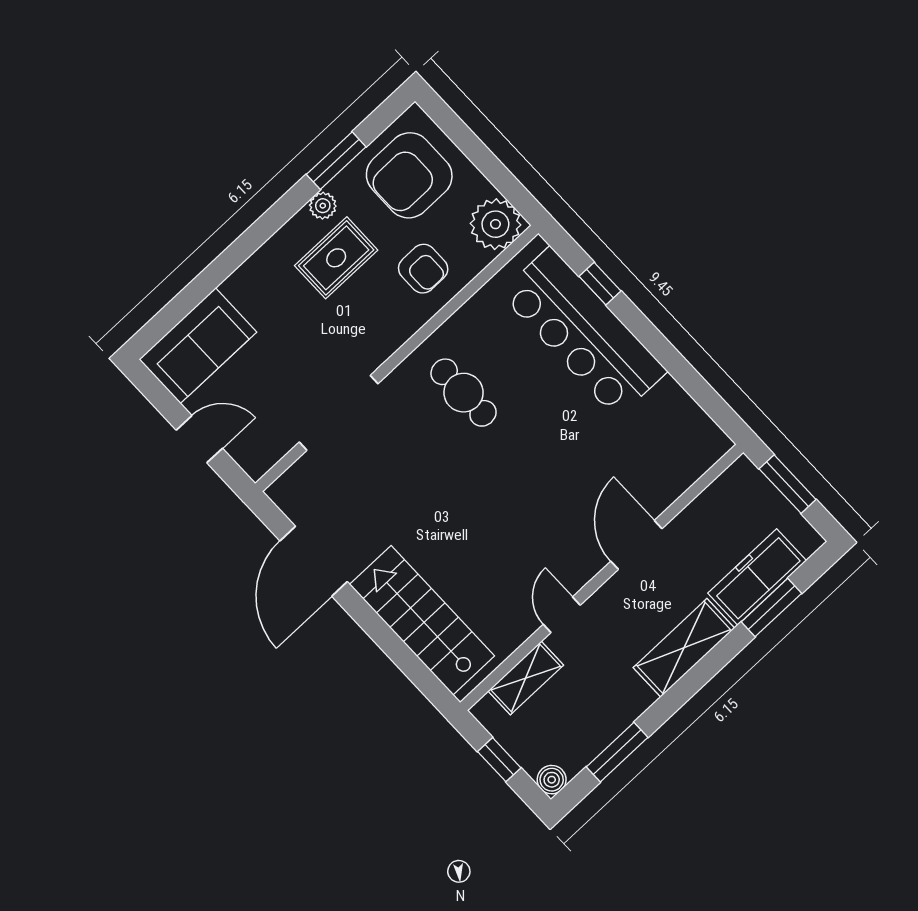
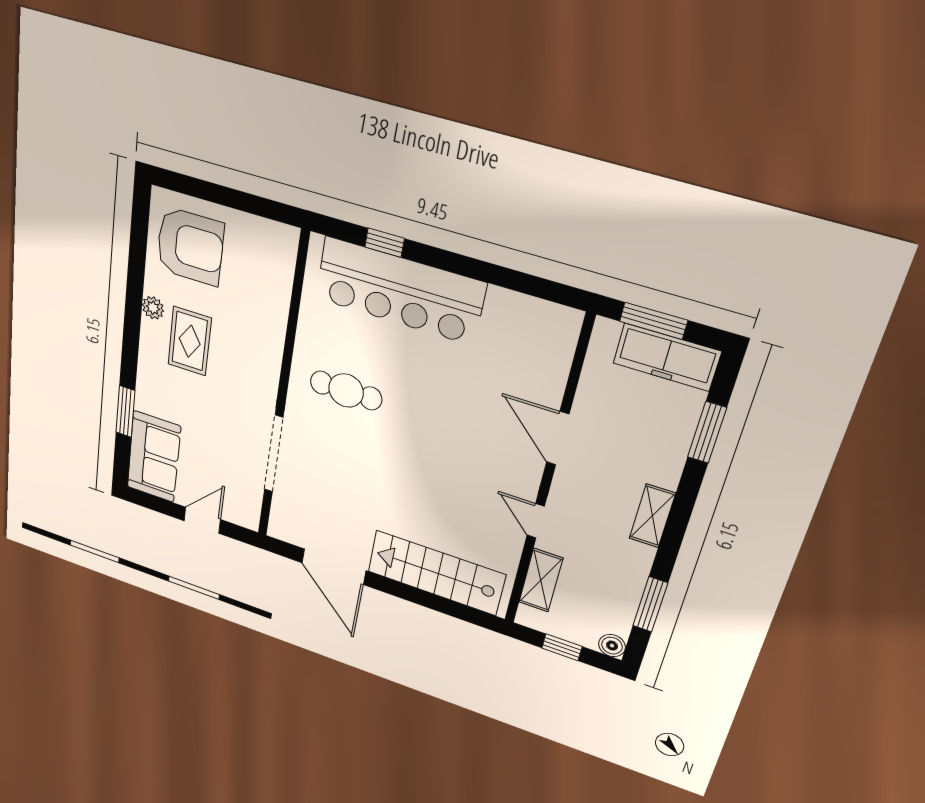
window: (336, 161) -> (125, 412), moved
armchair: (409, 175) -> (190, 246), turned -90
plant: (495, 224) -> (275, 244), removed
armchair: (423, 269) -> (251, 312), removed
freezer: (757, 577) -> (667, 357), moved, turned -90
shelving: (684, 648) -> (652, 516), width x0.67, depth x0.75

